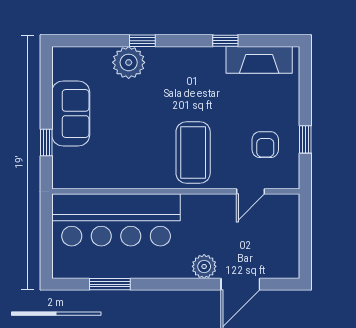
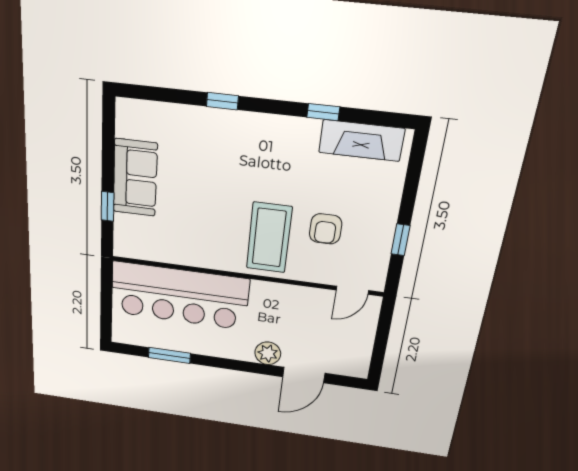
plant: (129, 62) -> (204, 126), removed
armchair: (265, 145) -> (326, 229), moved
door: (251, 191) -> (352, 290), moved

